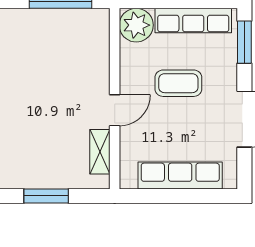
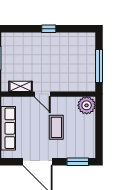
row of seats: (193, 21) -> (89, 135), removed

